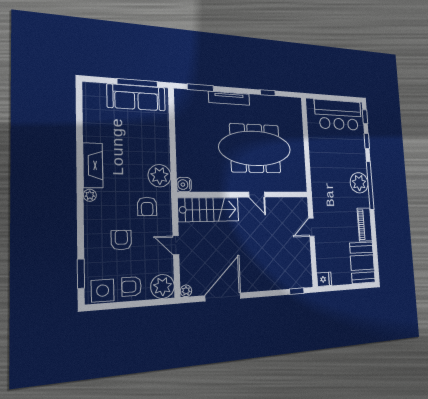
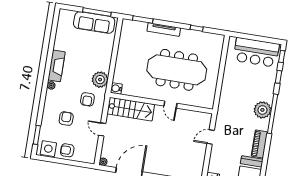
plant: (163, 286) -> (88, 155), removed

